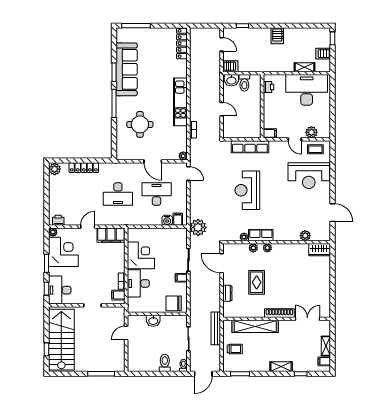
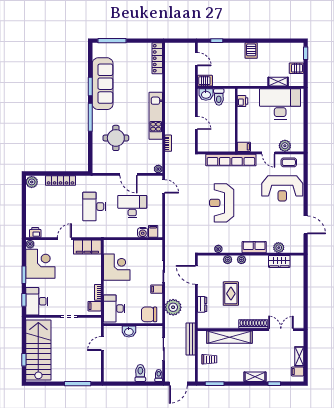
row of seats: (250, 147) -> (231, 160), width x1.36
desk: (118, 194) -> (94, 207), turned 90
plant: (198, 227) -> (173, 307), moved
row of seats: (261, 235) -> (254, 247), moved
wardrobe: (320, 250) -> (279, 261), moved
desk: (138, 283) -> (114, 308), moved

